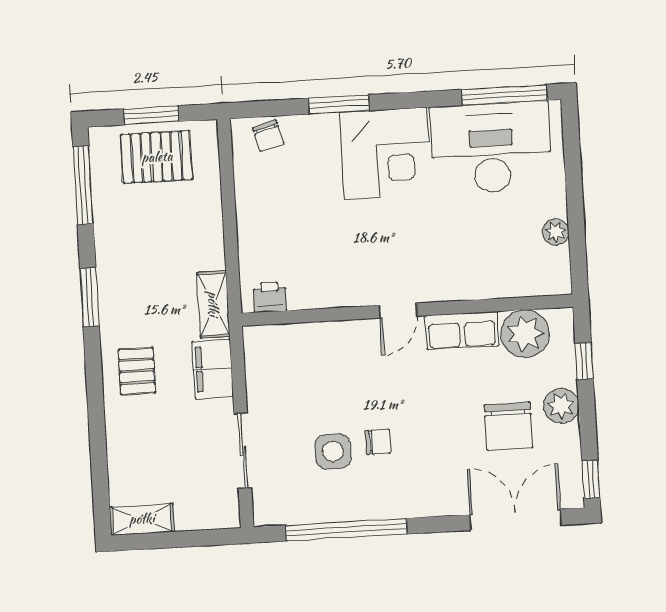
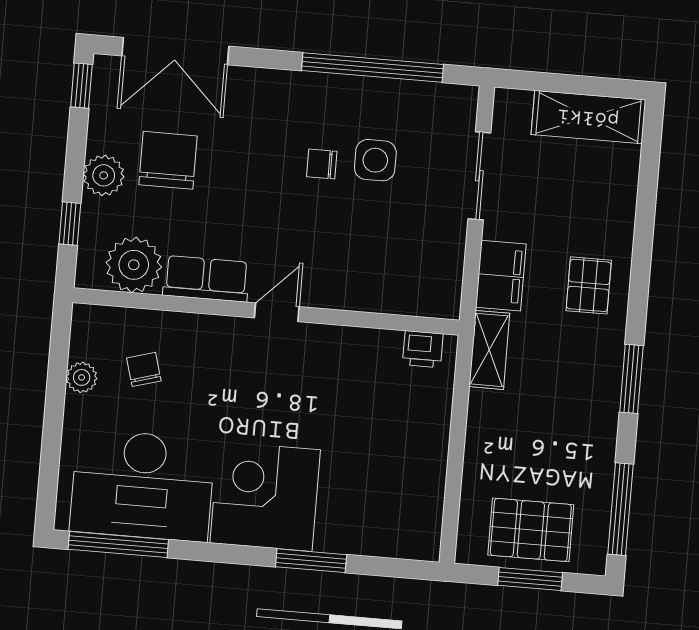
chair: (268, 136) -> (144, 369), moved
shelving: (142, 519) -> (588, 117), width x1.50, depth x1.33

